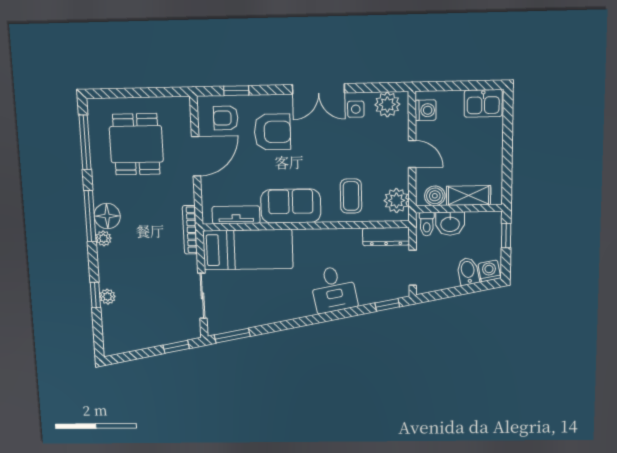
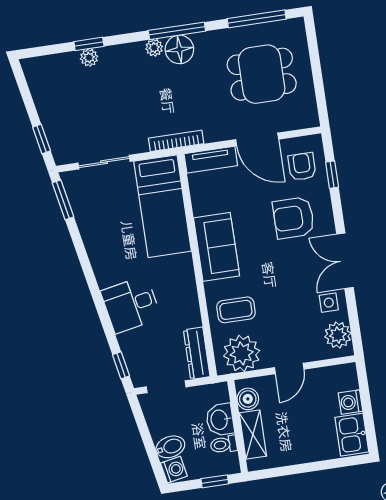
washing machine: (426, 110) -> (350, 402), moved, turned 90
armchair: (272, 132) -> (294, 218), turned 90
plant: (396, 200) -> (242, 353), width x1.36, depth x1.36
tv unit: (236, 215) -> (211, 160), moved, turned 90
toilet: (427, 224) -> (224, 444), moved

